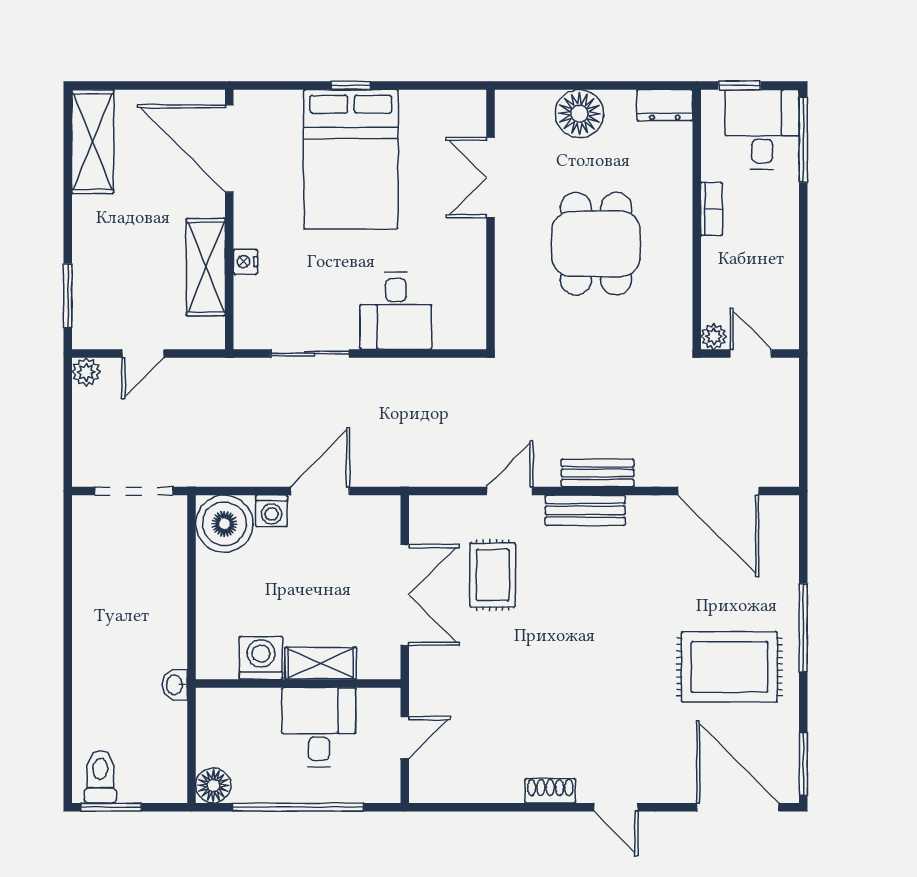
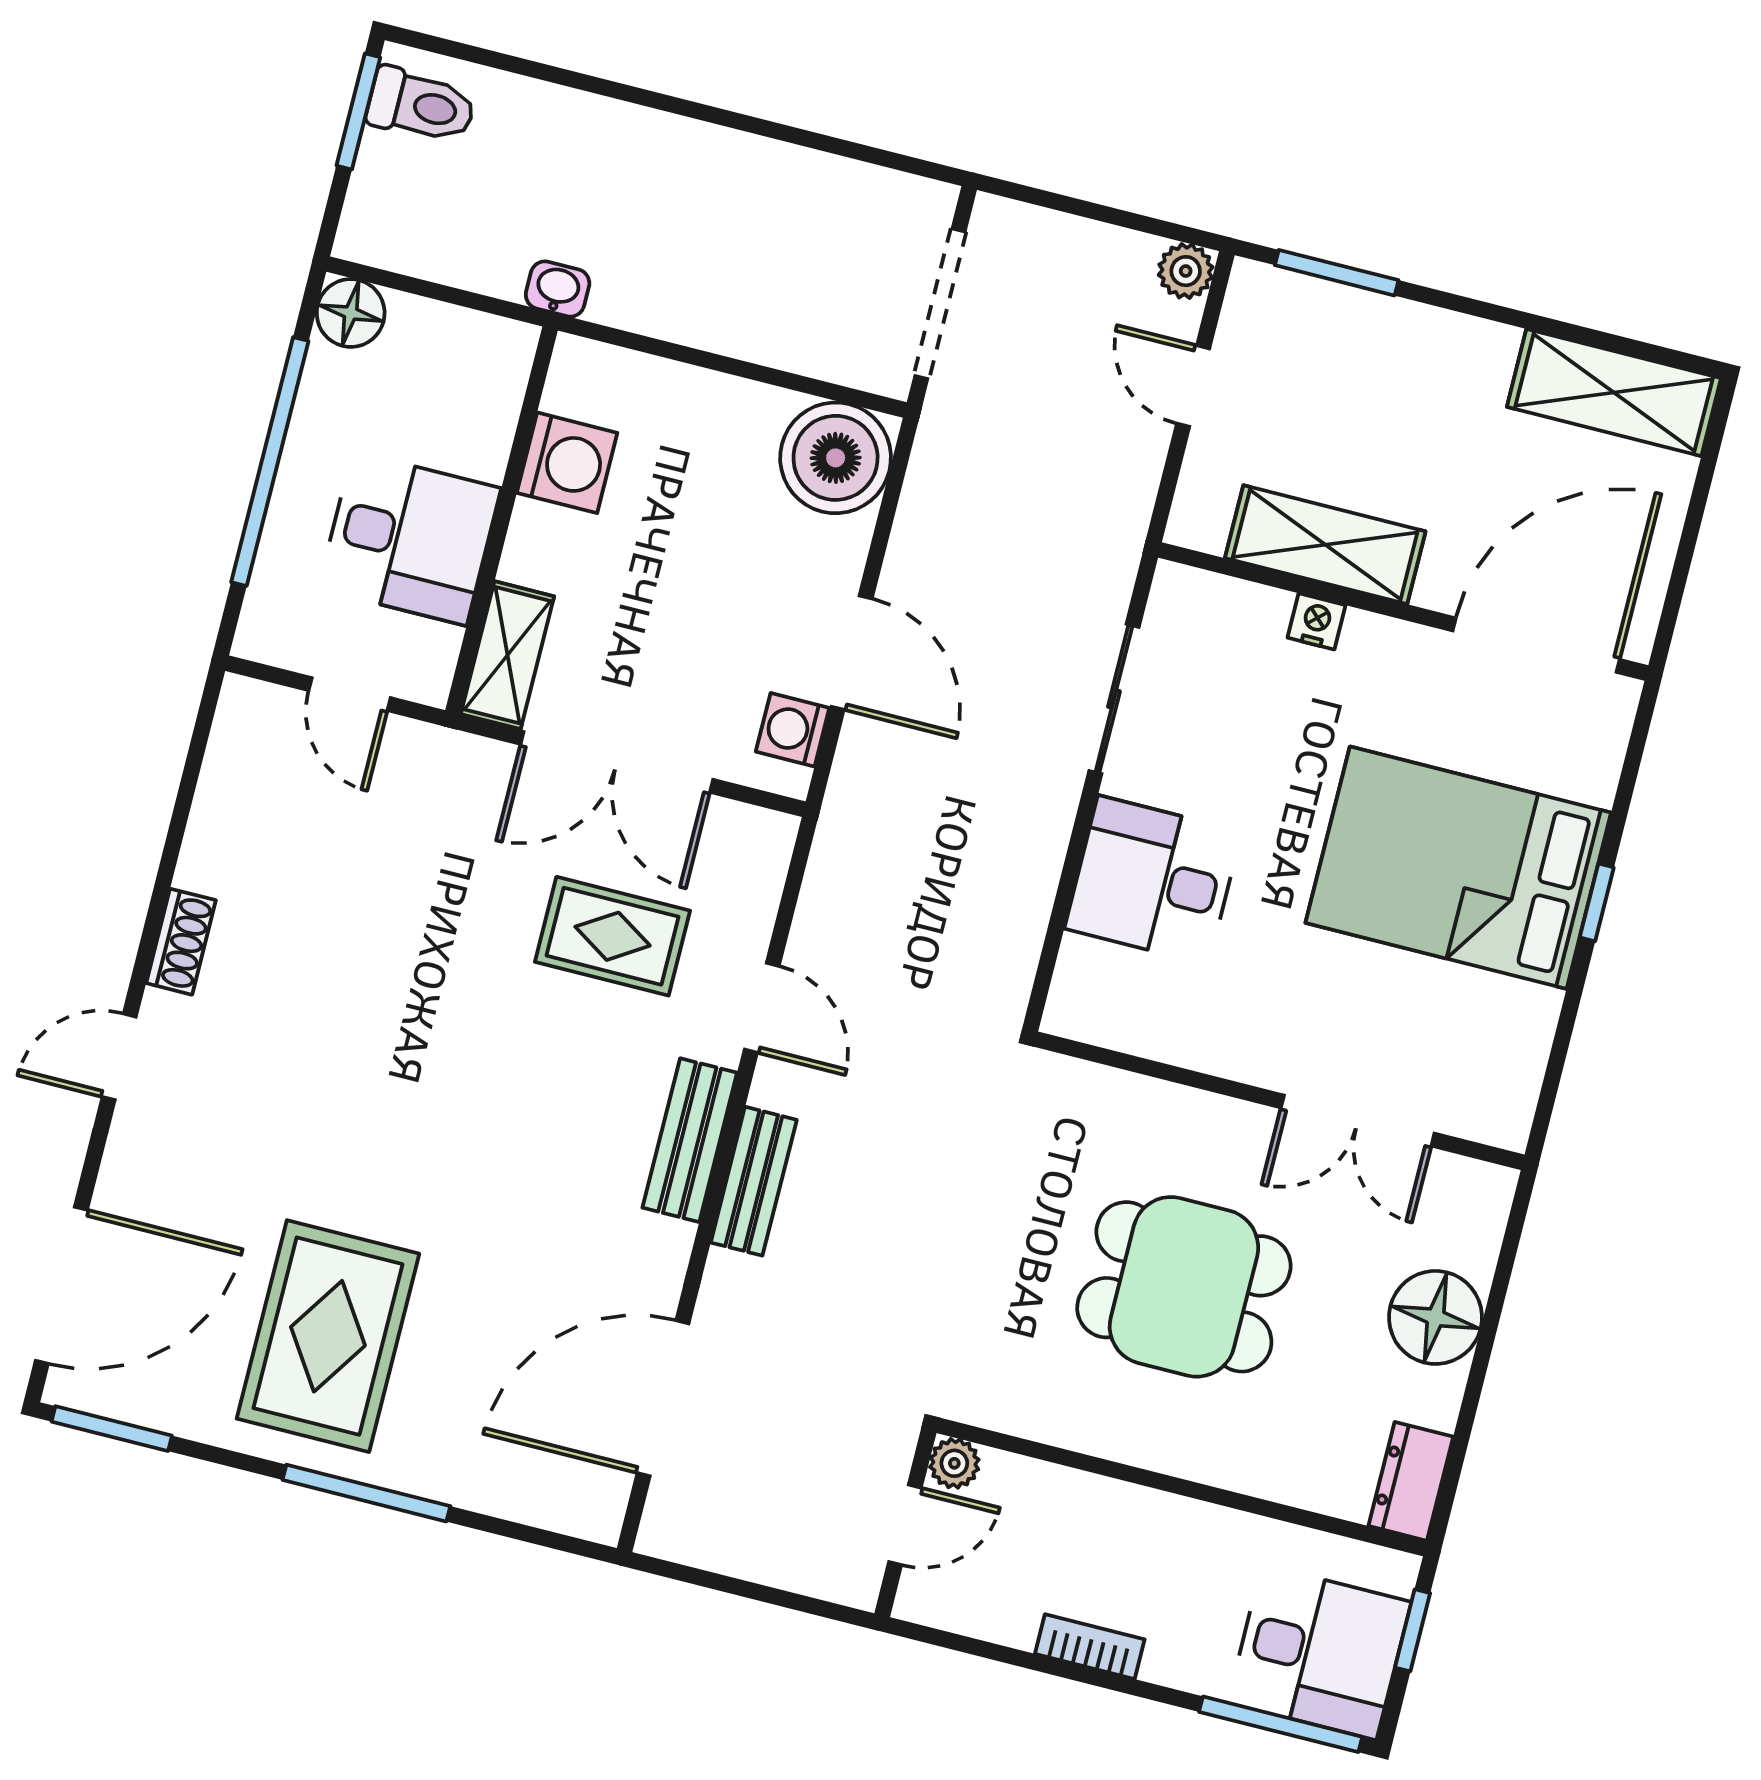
double door: (491, 178) -> (1358, 1121), swing flipped
bookcase: (712, 209) -> (1090, 1647), moved, turned 180
washing machine: (272, 511) -> (793, 730), moved
shelving: (321, 663) -> (507, 655), moved

